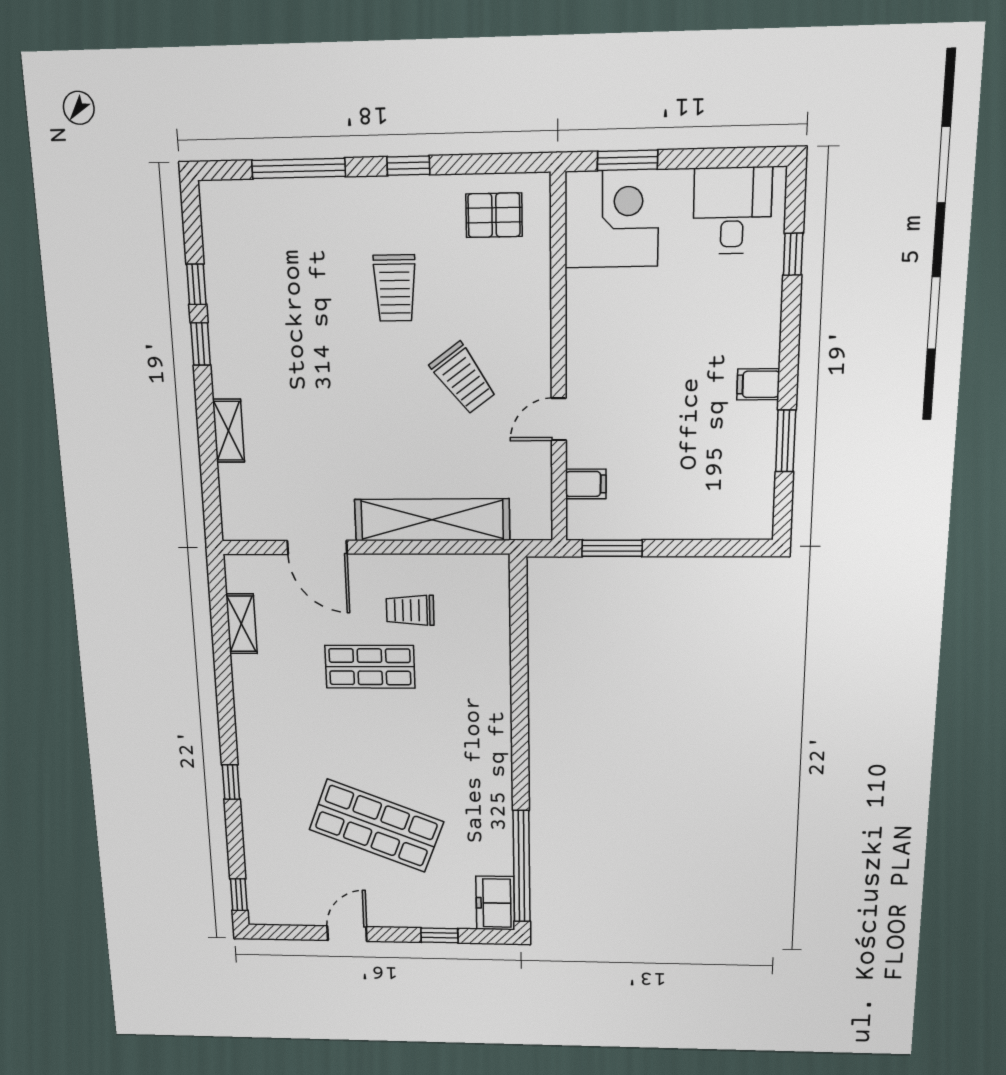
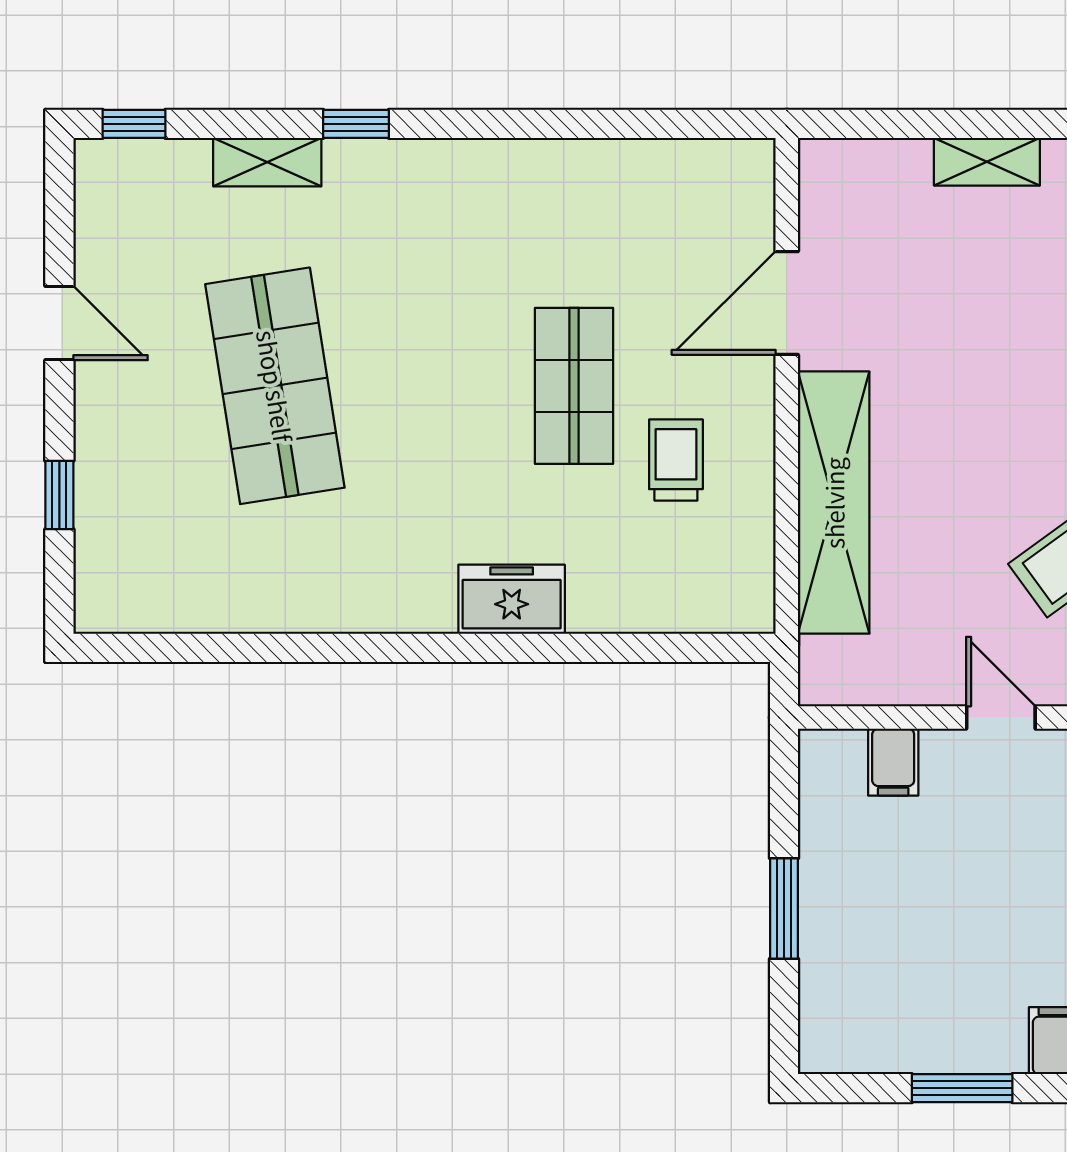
window: (612, 548) -> (784, 908), moved
shelving: (241, 624) -> (267, 162), moved
shop shelf: (376, 826) -> (275, 386), turned -30
window: (522, 866) -> (200, 648), removed
freezer: (495, 903) -> (512, 599), moved

